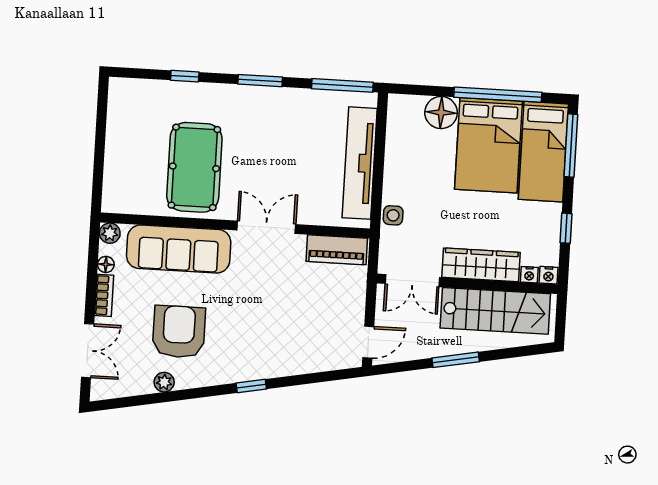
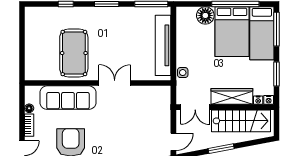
window: (566, 228) -> (277, 74), width x1.50
plant: (110, 233) -> (30, 91), removed
piano: (337, 250) -> (153, 93), removed

